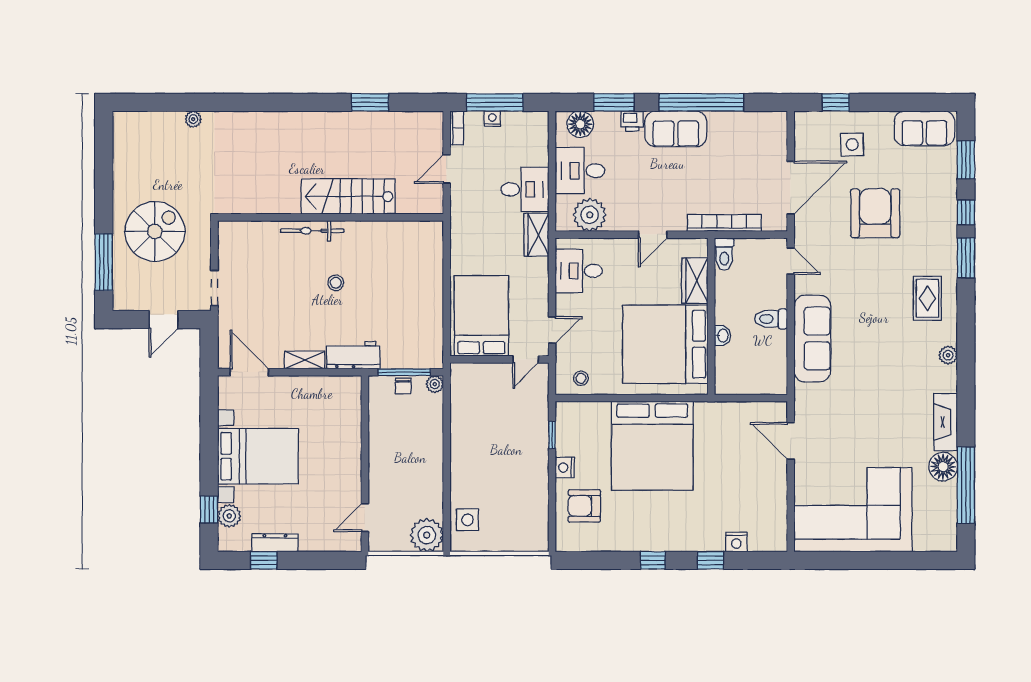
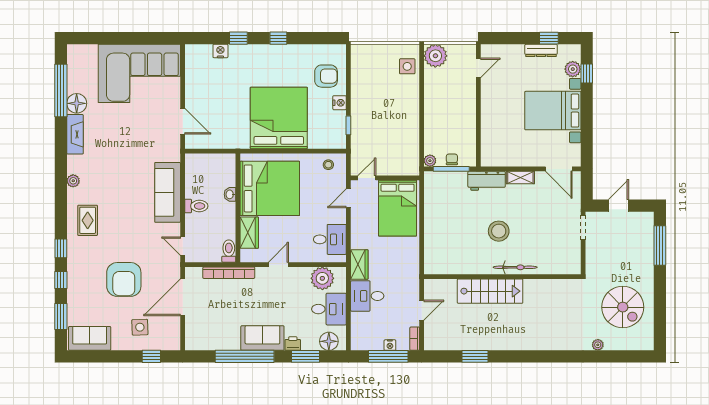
spiral stairs: (155, 231) -> (623, 307), moved, turned -90
window: (966, 258) -> (61, 248), width x0.67
stool: (336, 283) -> (499, 231), width x1.89, depth x1.89

